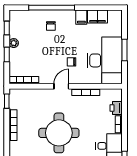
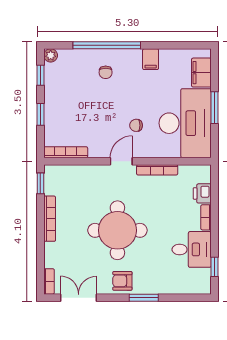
filing cabinet: (97, 17) -> (201, 73), moved, turned 90
plant: (14, 43) -> (51, 55), moved

